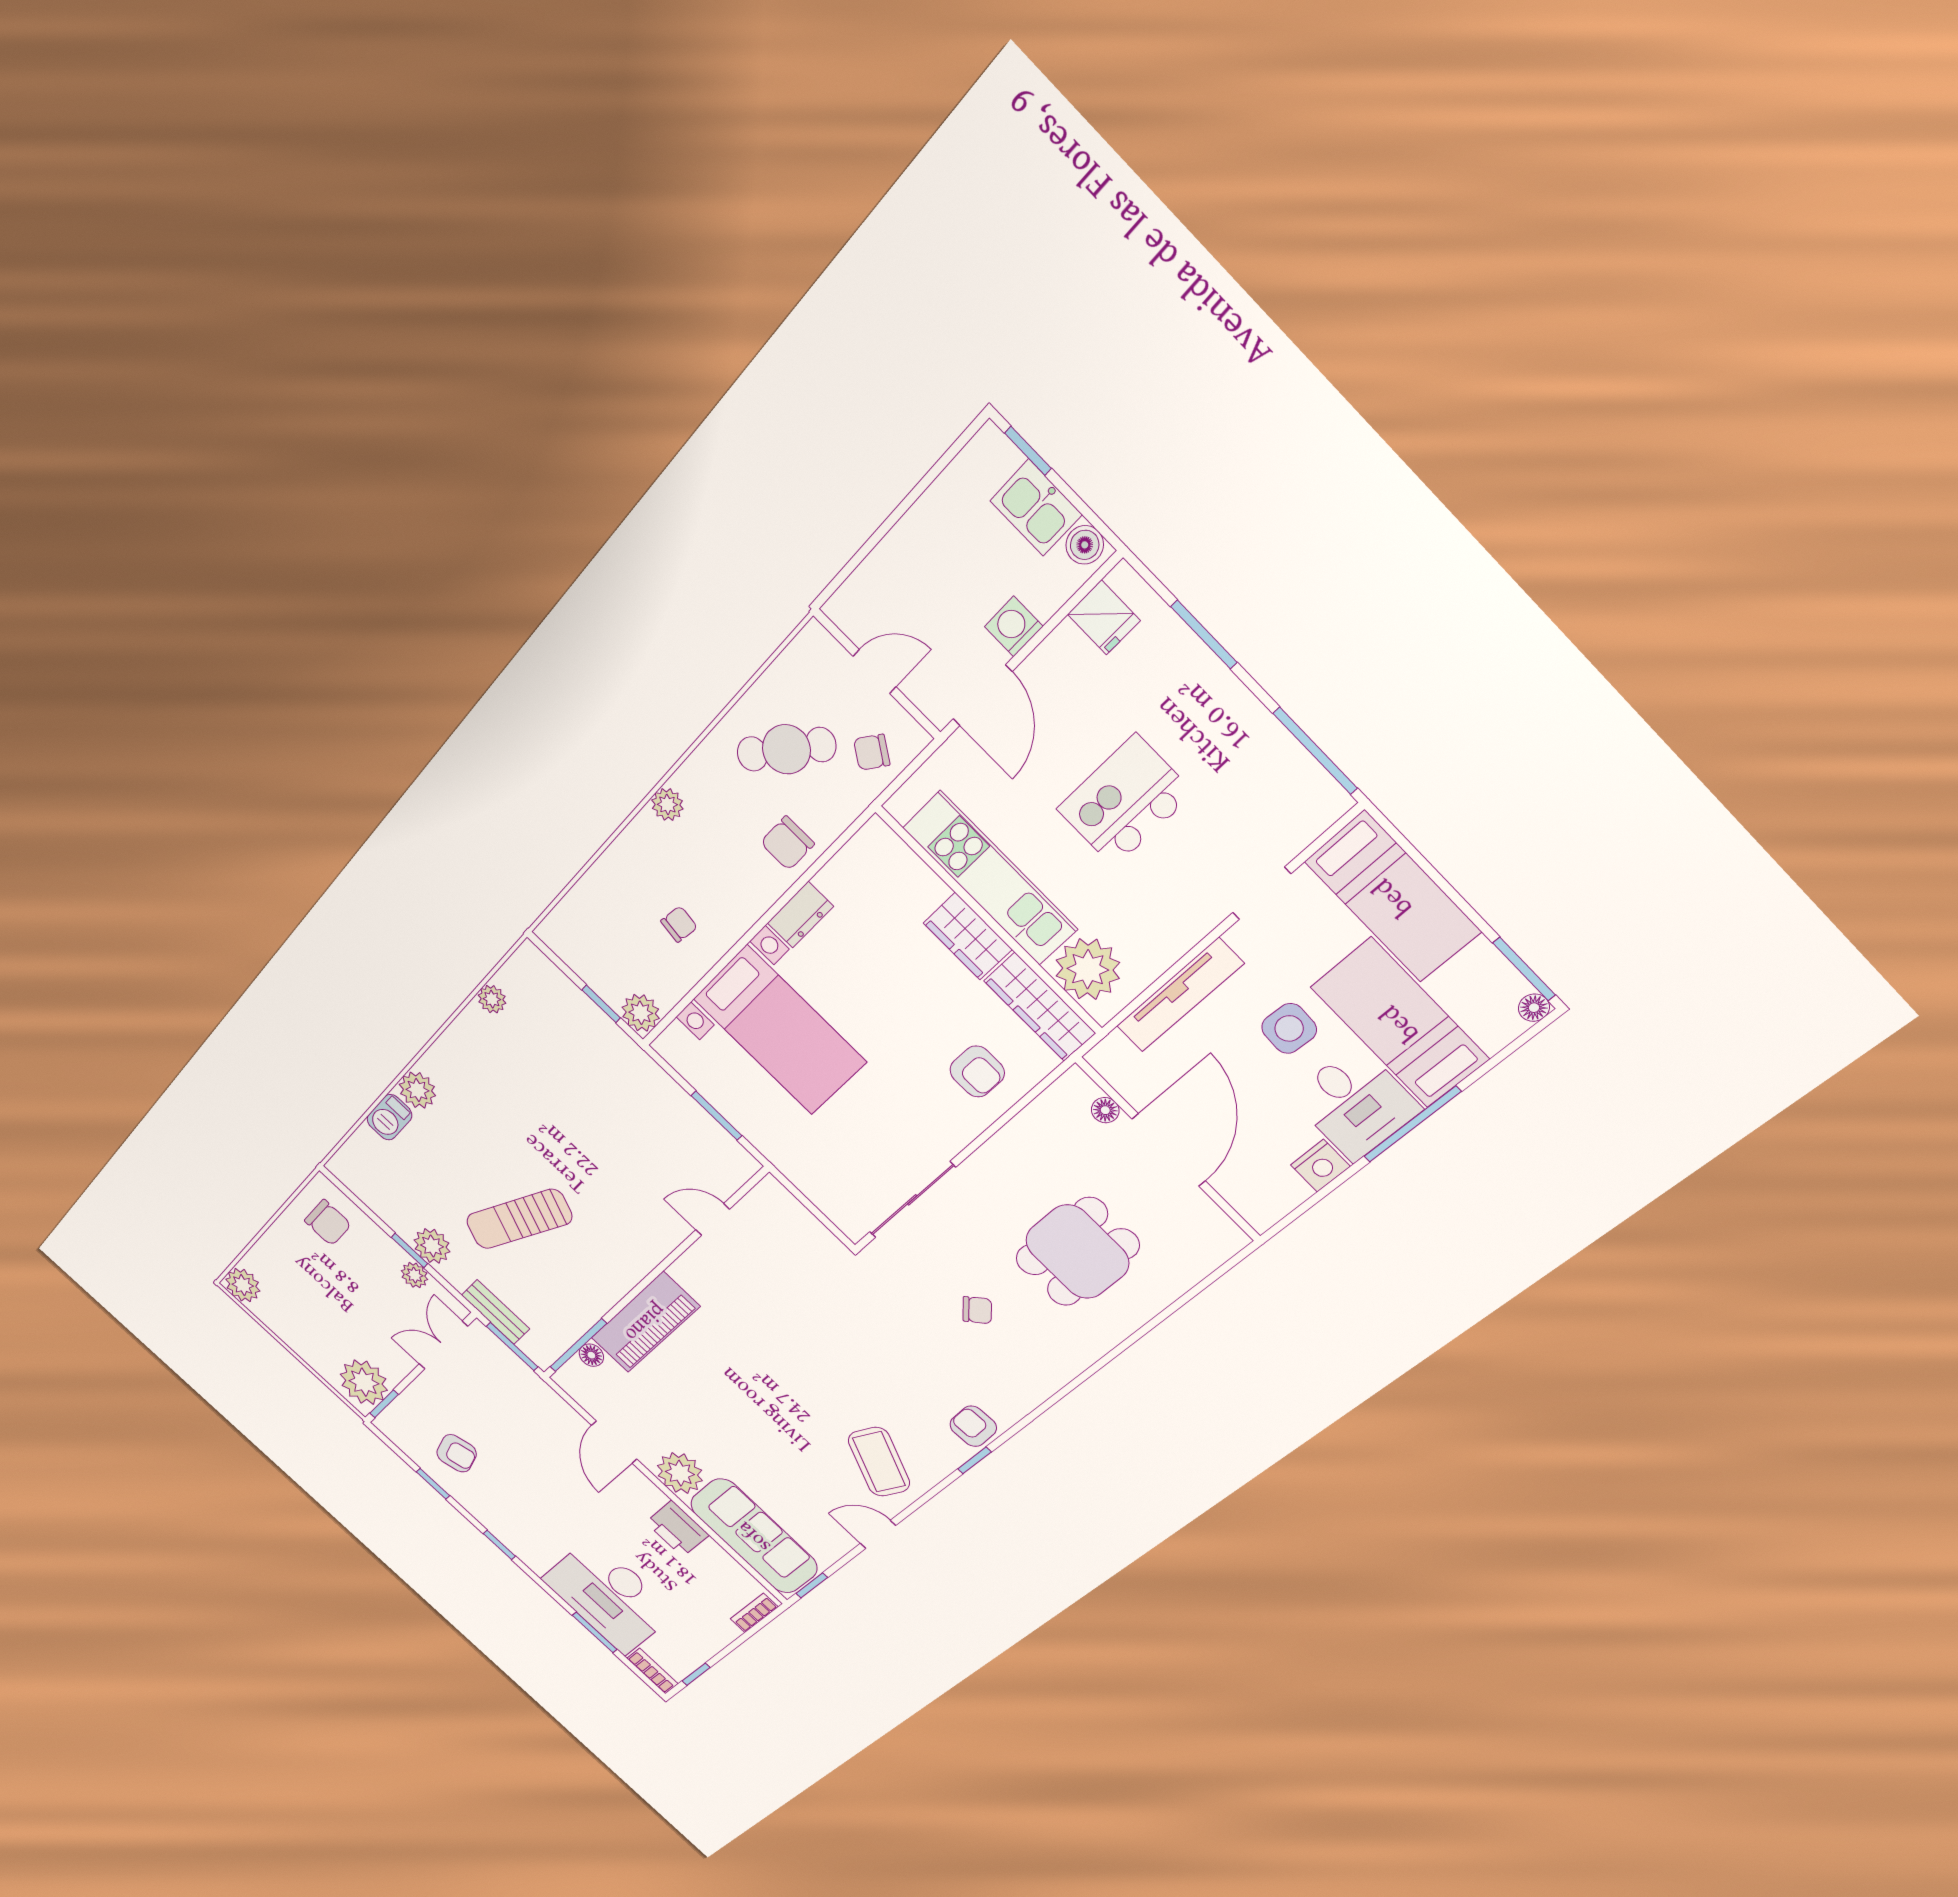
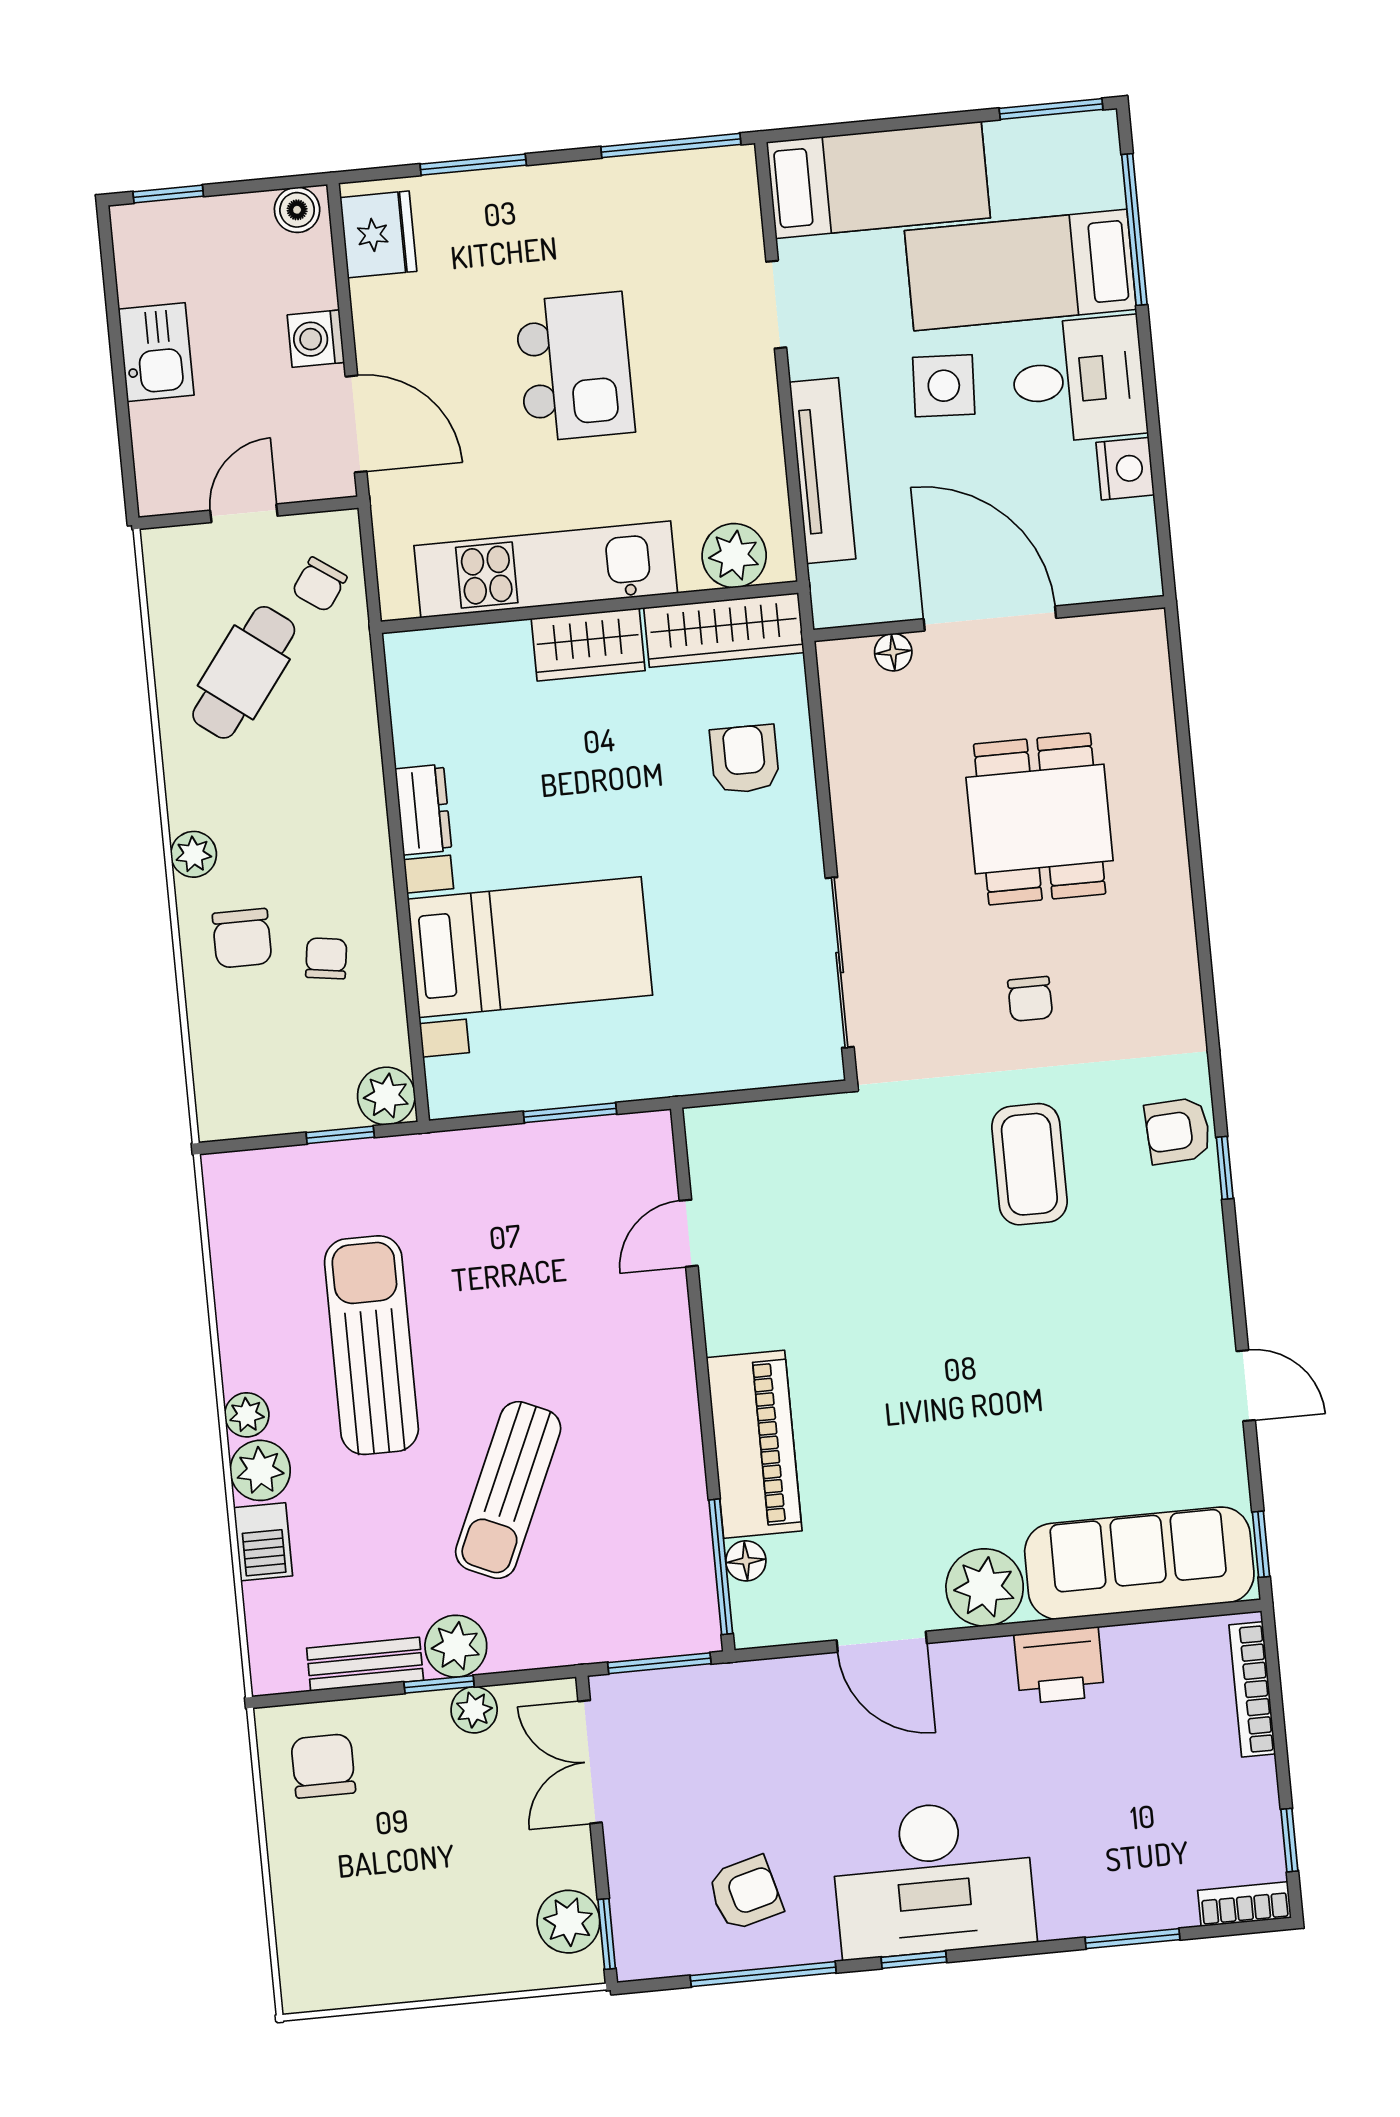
kitchen sink: (1036, 508) -> (156, 352), moved, turned -90
fridge: (1104, 618) -> (378, 234), width x1.38
kitchen island: (1125, 801) -> (575, 367), turned 180
chair: (787, 843) -> (242, 938), moved
plant: (1088, 969) -> (734, 556), width x0.73, depth x0.73
plant: (492, 999) -> (247, 1415), moved
floor lamp: (1534, 1008) -> (1101, 128), removed
armchair: (977, 1072) -> (745, 759), turned -90
sun lounger: (521, 1100) -> (371, 1345), added
window: (1412, 1124) -> (1134, 230), moved
chair: (328, 1223) -> (323, 1766), turned -90
plant: (243, 1285) -> (310, 1981), removed
chair: (977, 1310) -> (1030, 999), turned 134
bench: (495, 1312) -> (365, 1664), moved
plant: (364, 1382) -> (568, 1922), width x0.73, depth x0.73
coffee table: (879, 1462) -> (1029, 1164), moved, turned 66
window: (433, 1484) -> (763, 1974), width x2.17
door: (878, 1534) -> (1246, 1386), swing flipped
desk: (609, 1596) -> (933, 1879), moved
bookcase: (754, 1613) -> (1252, 1689), width x1.56

